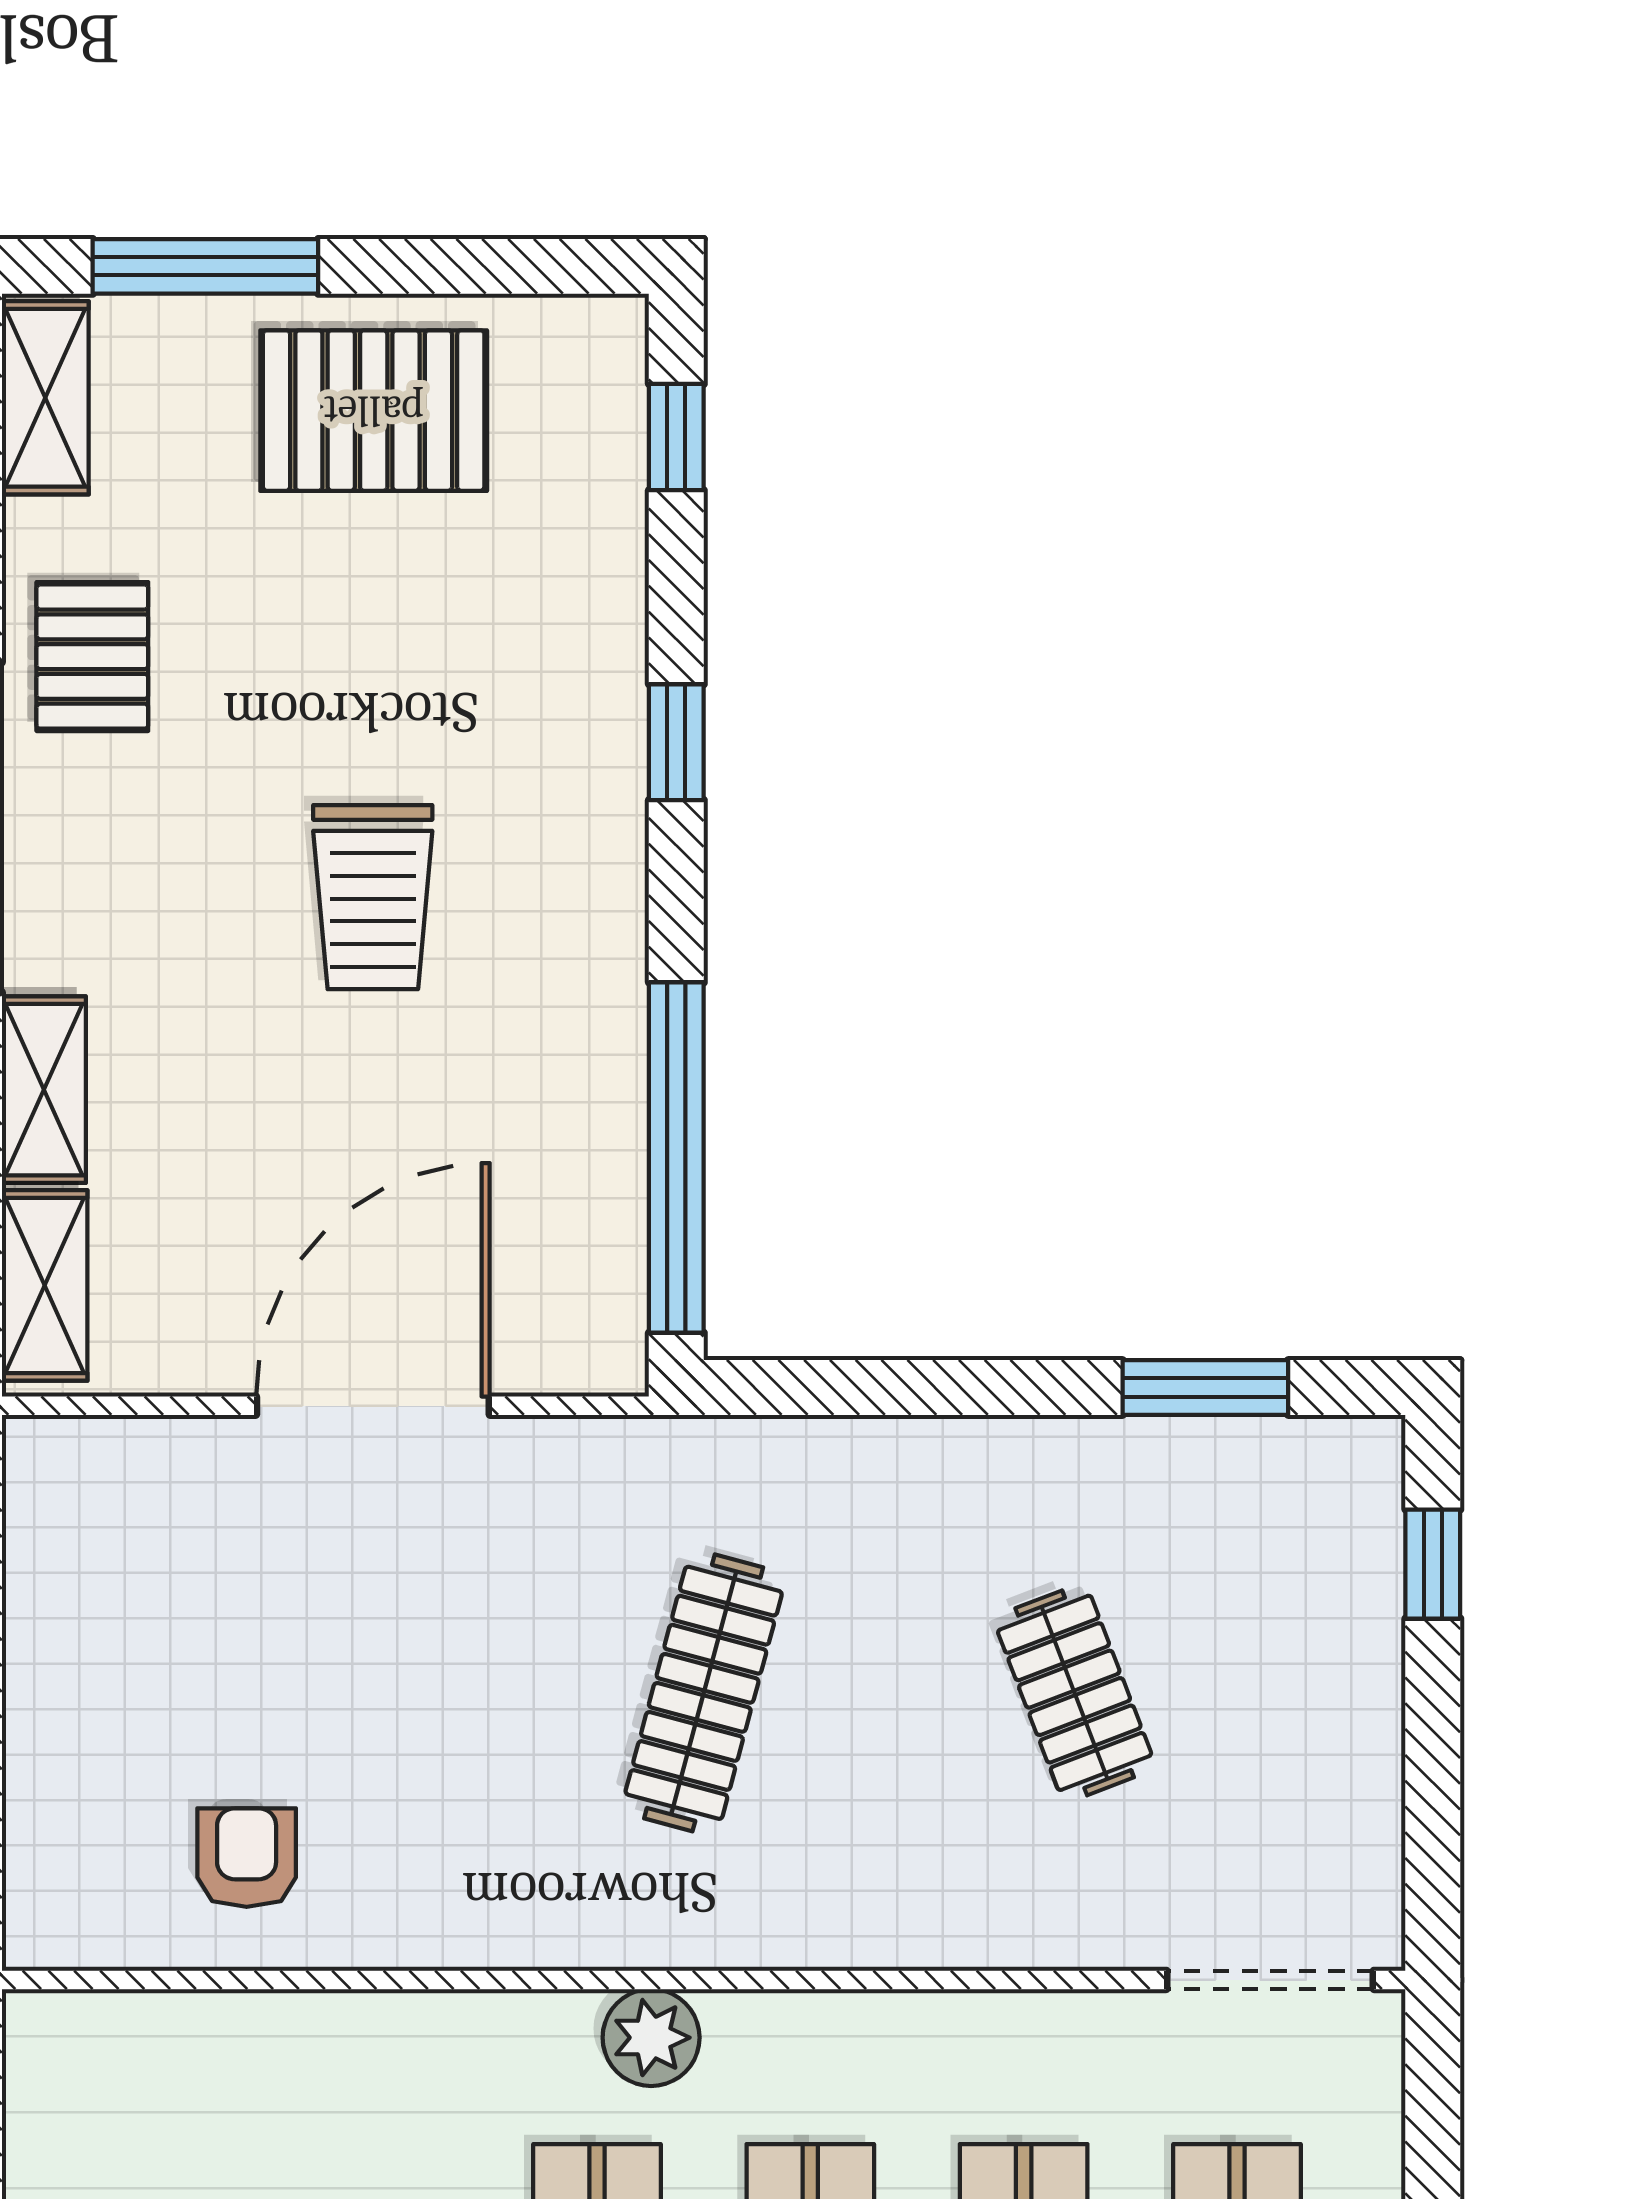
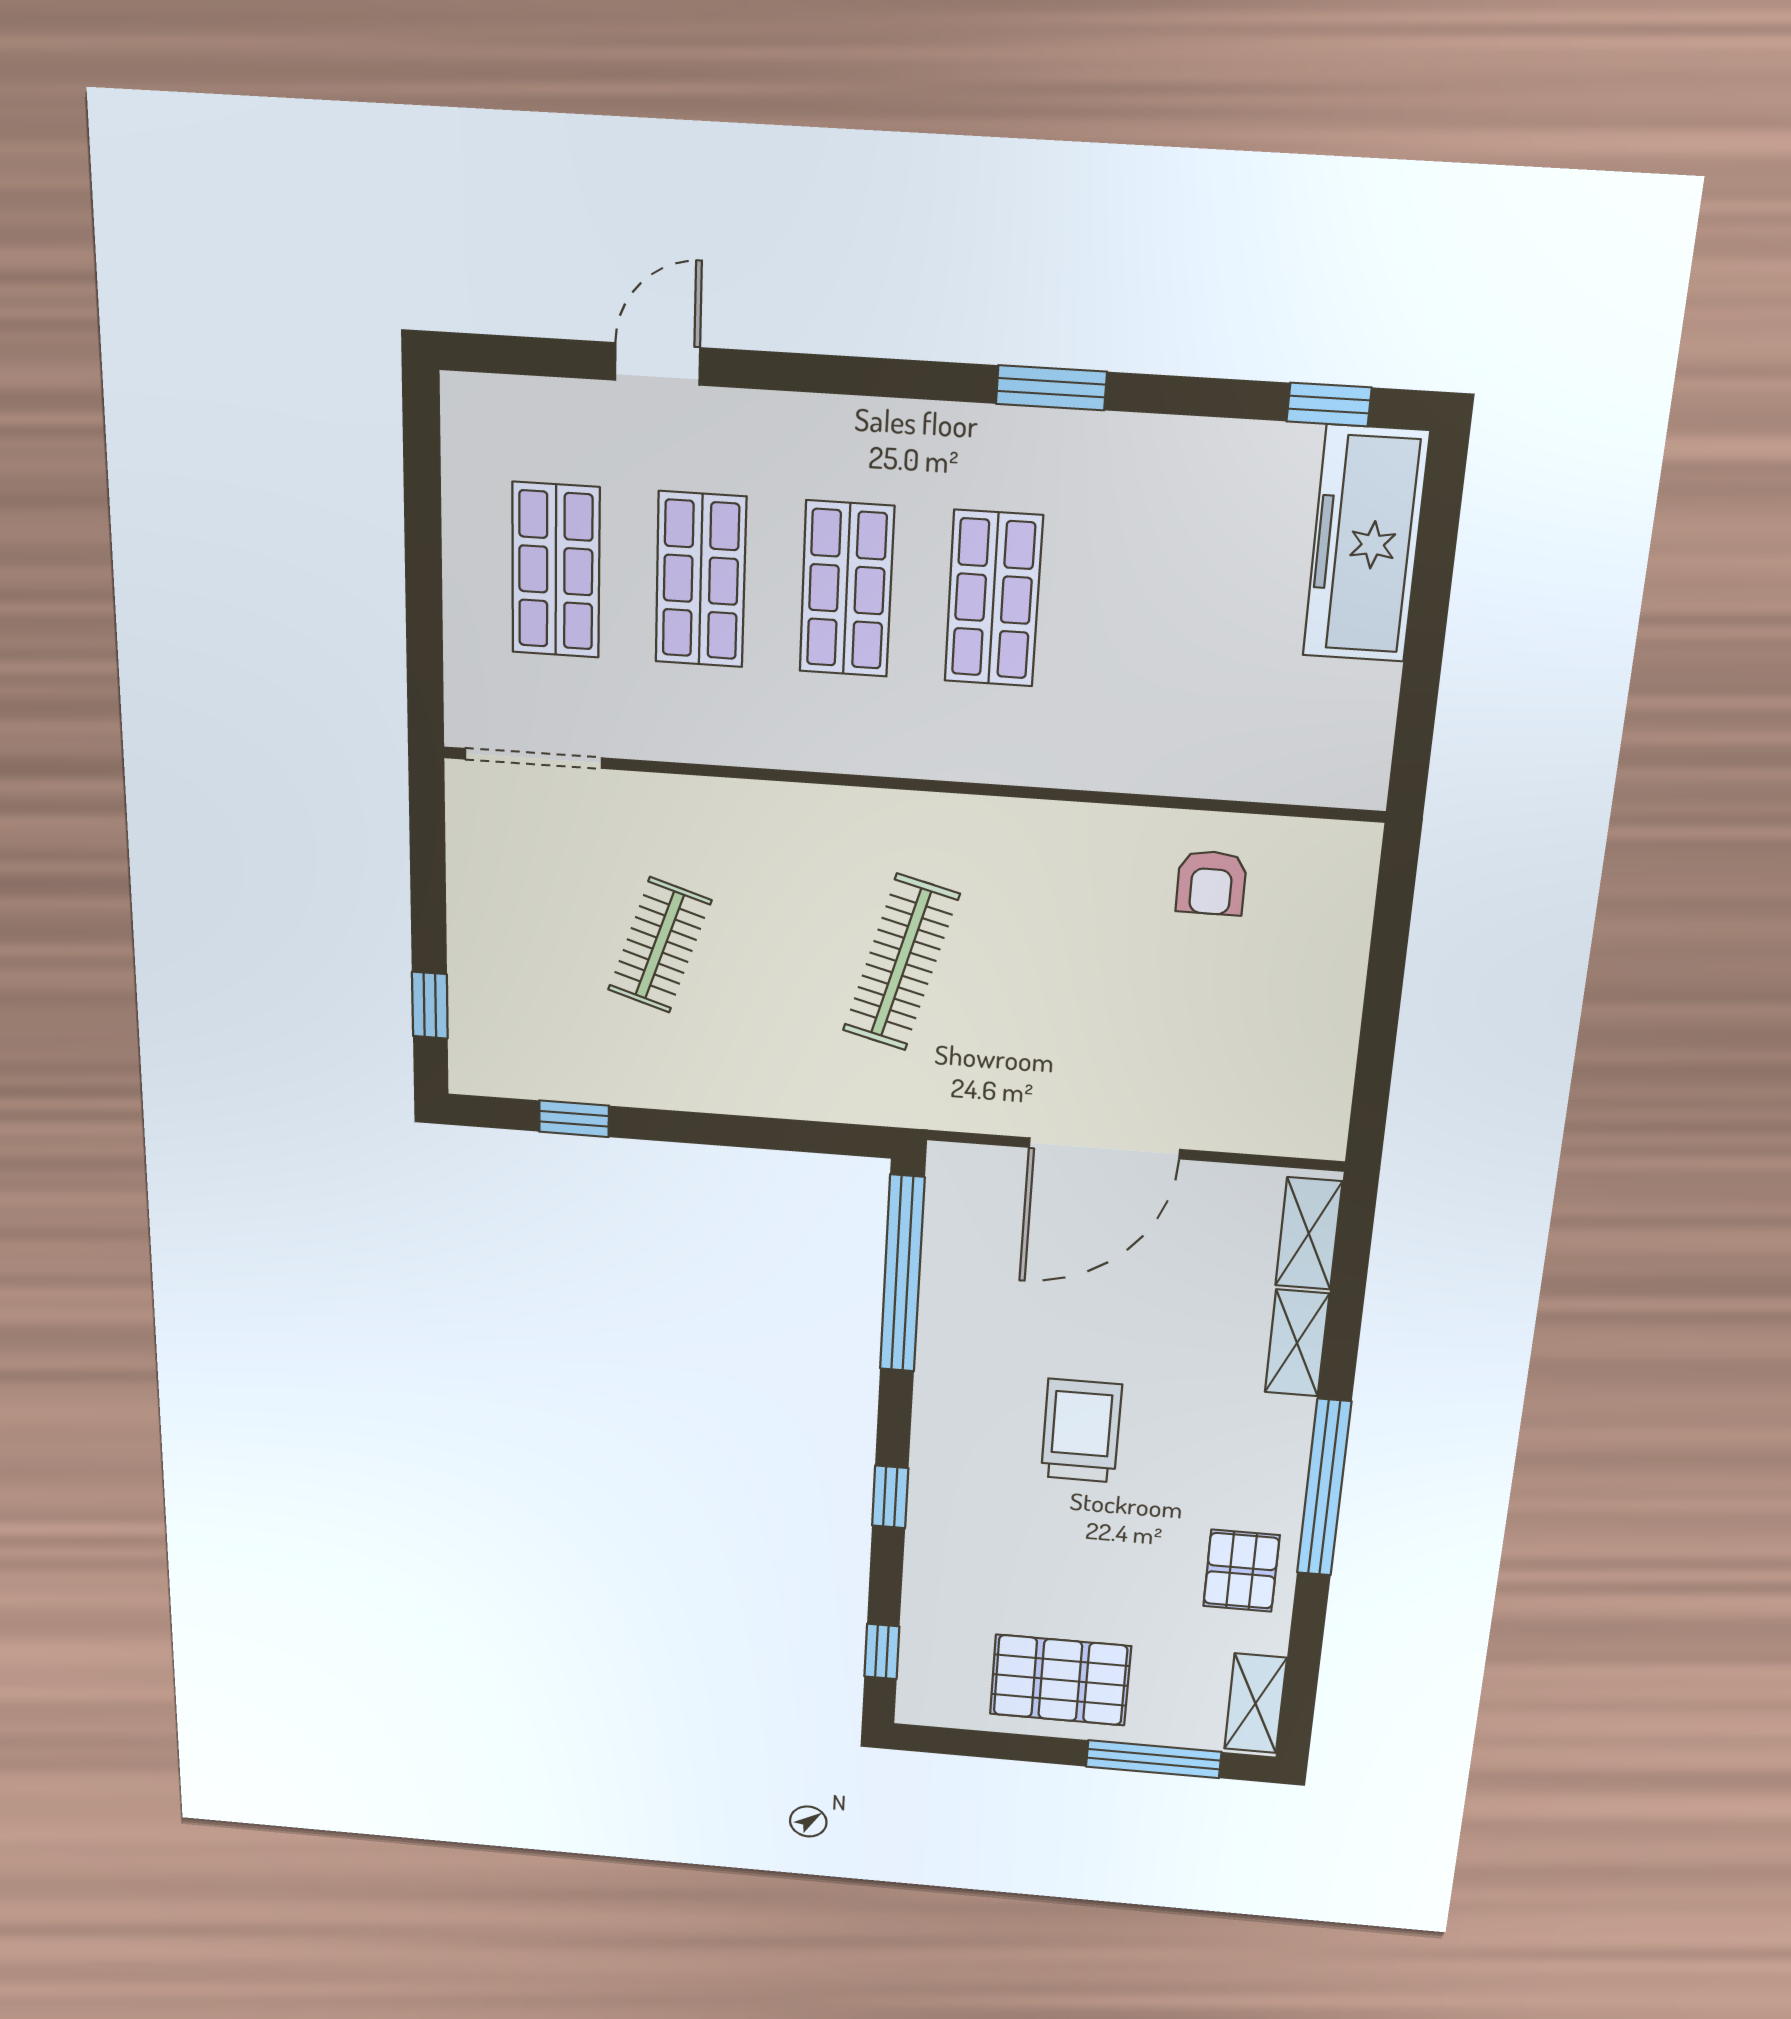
window: (1205, 1388) -> (574, 1119), width x0.67
clothes rail: (1075, 1693) -> (660, 945), turned 39
plant: (651, 2038) -> (947, 750), removed

